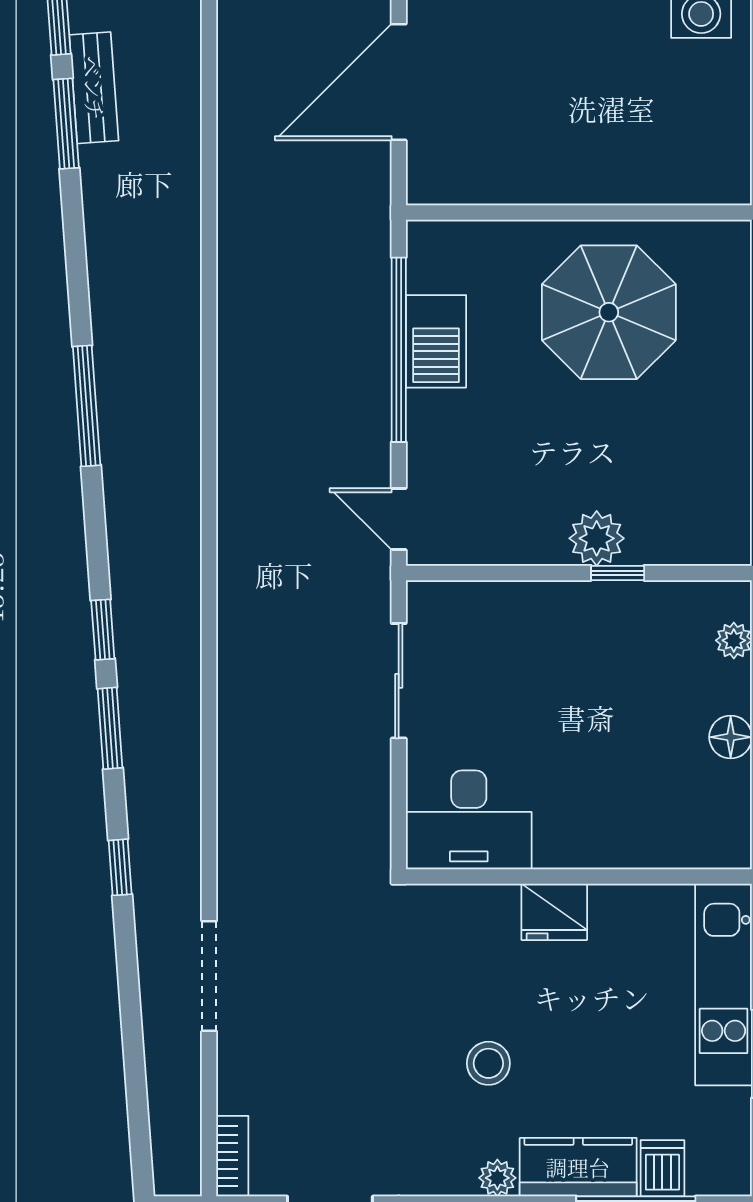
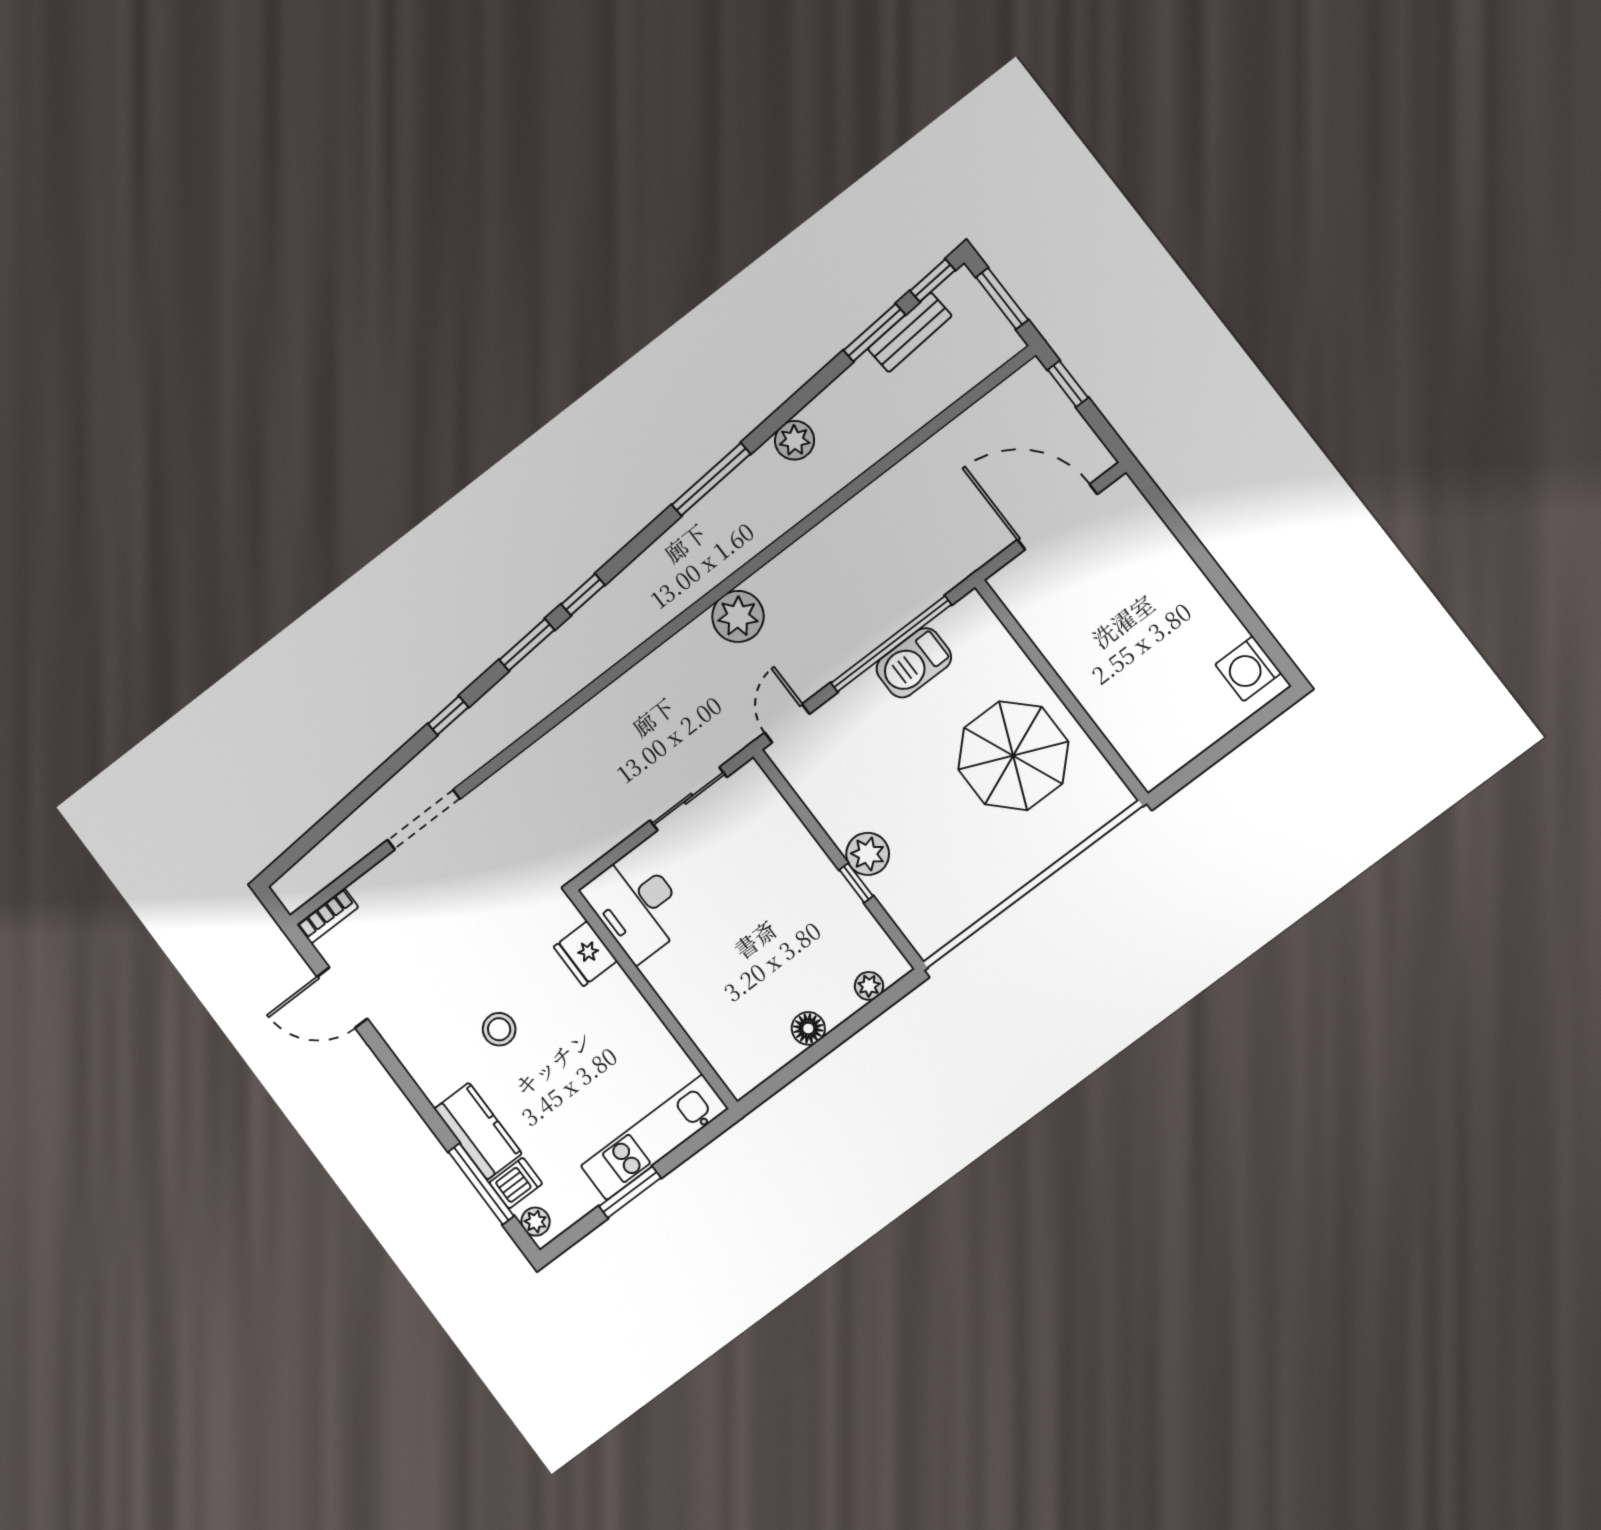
plant: (113, 289) -> (795, 440), added
plant: (249, 486) -> (738, 616), added
fridge: (554, 912) -> (585, 954), moved
plant: (497, 1178) -> (536, 1222), moved

